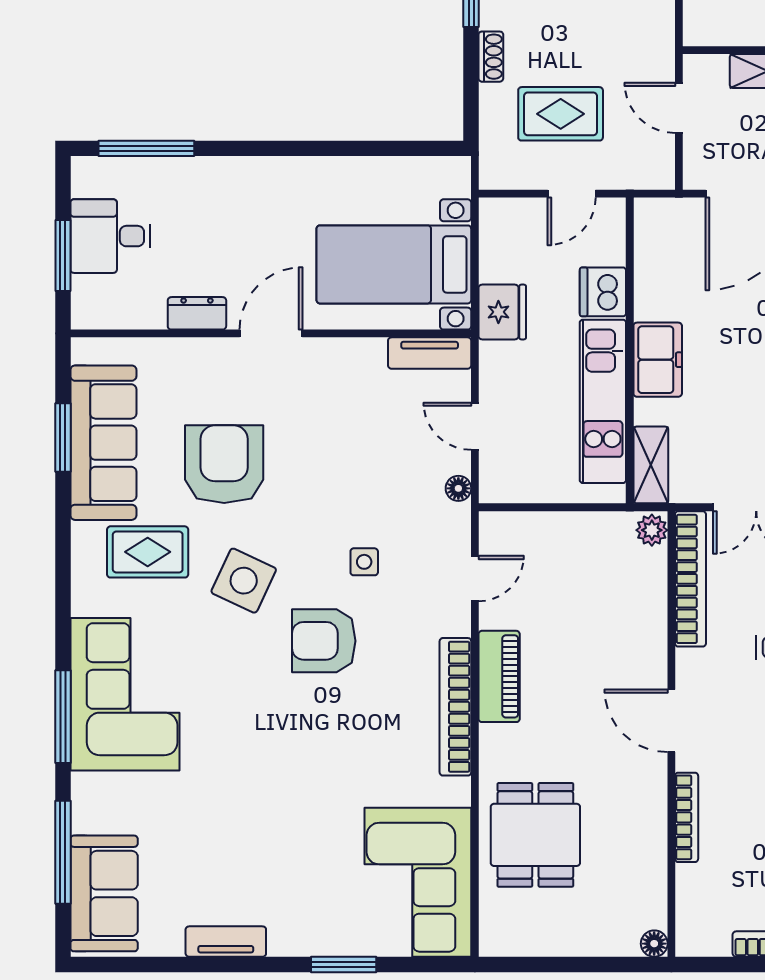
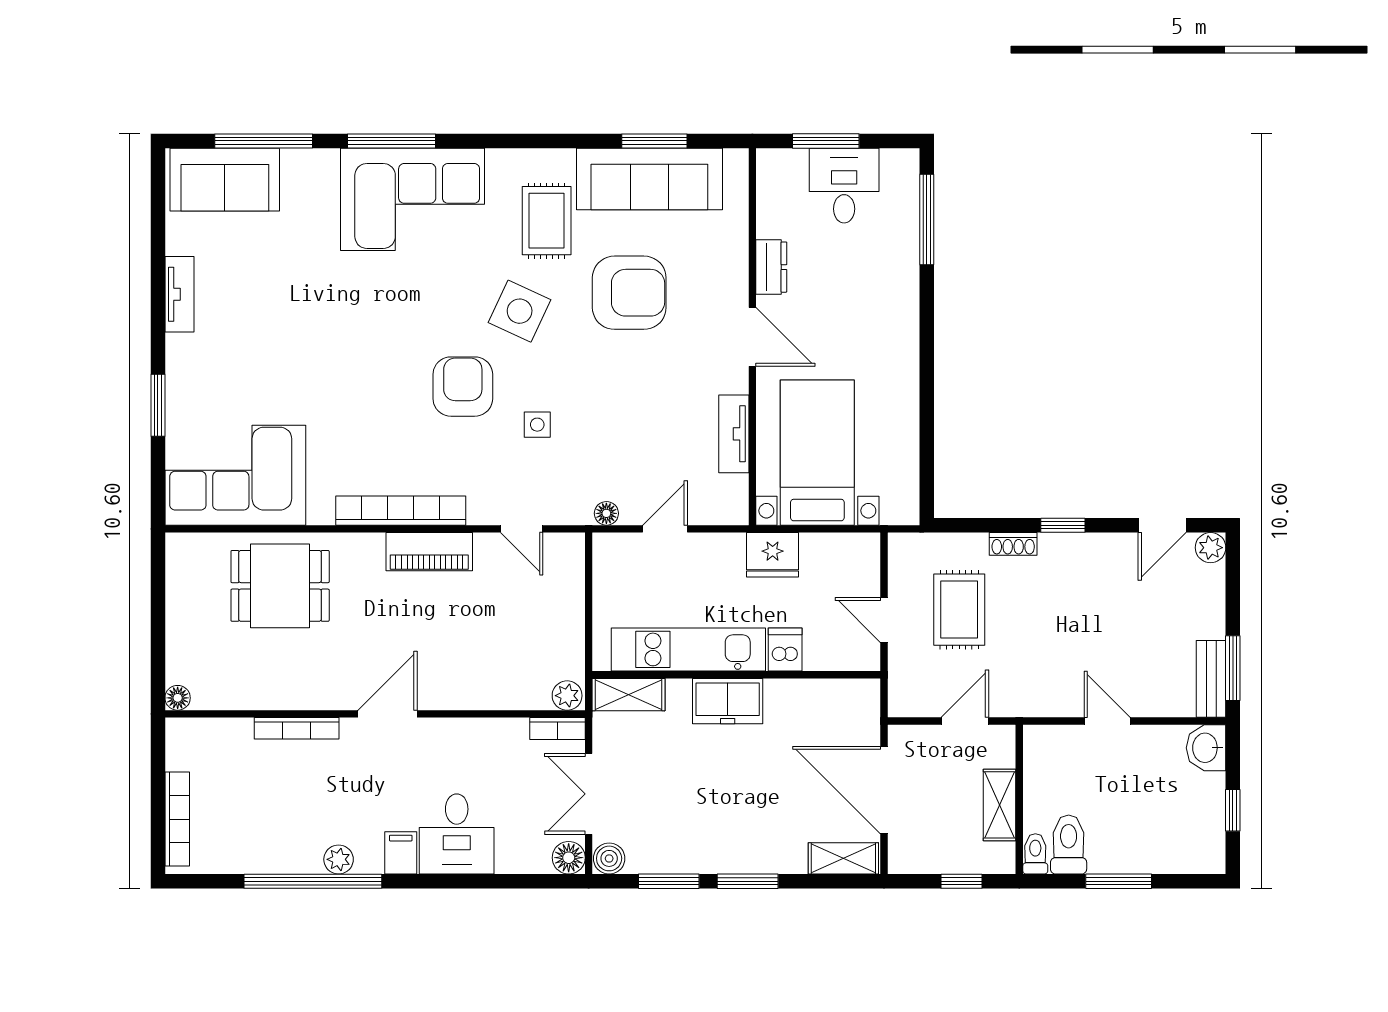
dishwasher: (603, 292) -> (785, 650), width x0.73
tv unit: (430, 353) -> (734, 434), moved
bookcase: (690, 579) -> (557, 729), width x0.43, depth x0.76

